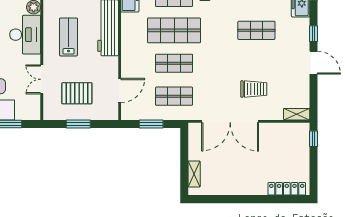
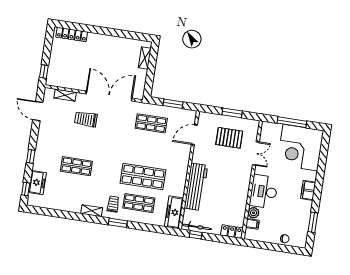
lab bench: (68, 37) -> (229, 184), removed
shop shelf: (174, 63) -> (147, 150), removed
door: (313, 63) -> (38, 111), moved
shelving: (297, 114) -> (65, 95), moved

